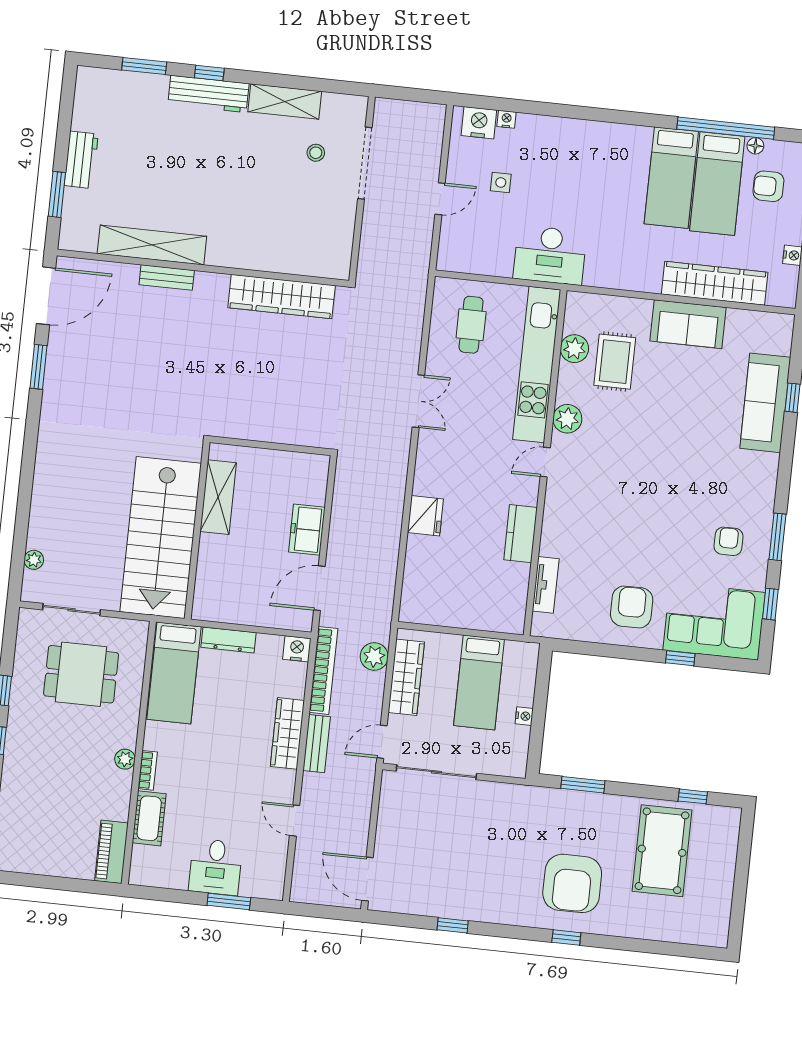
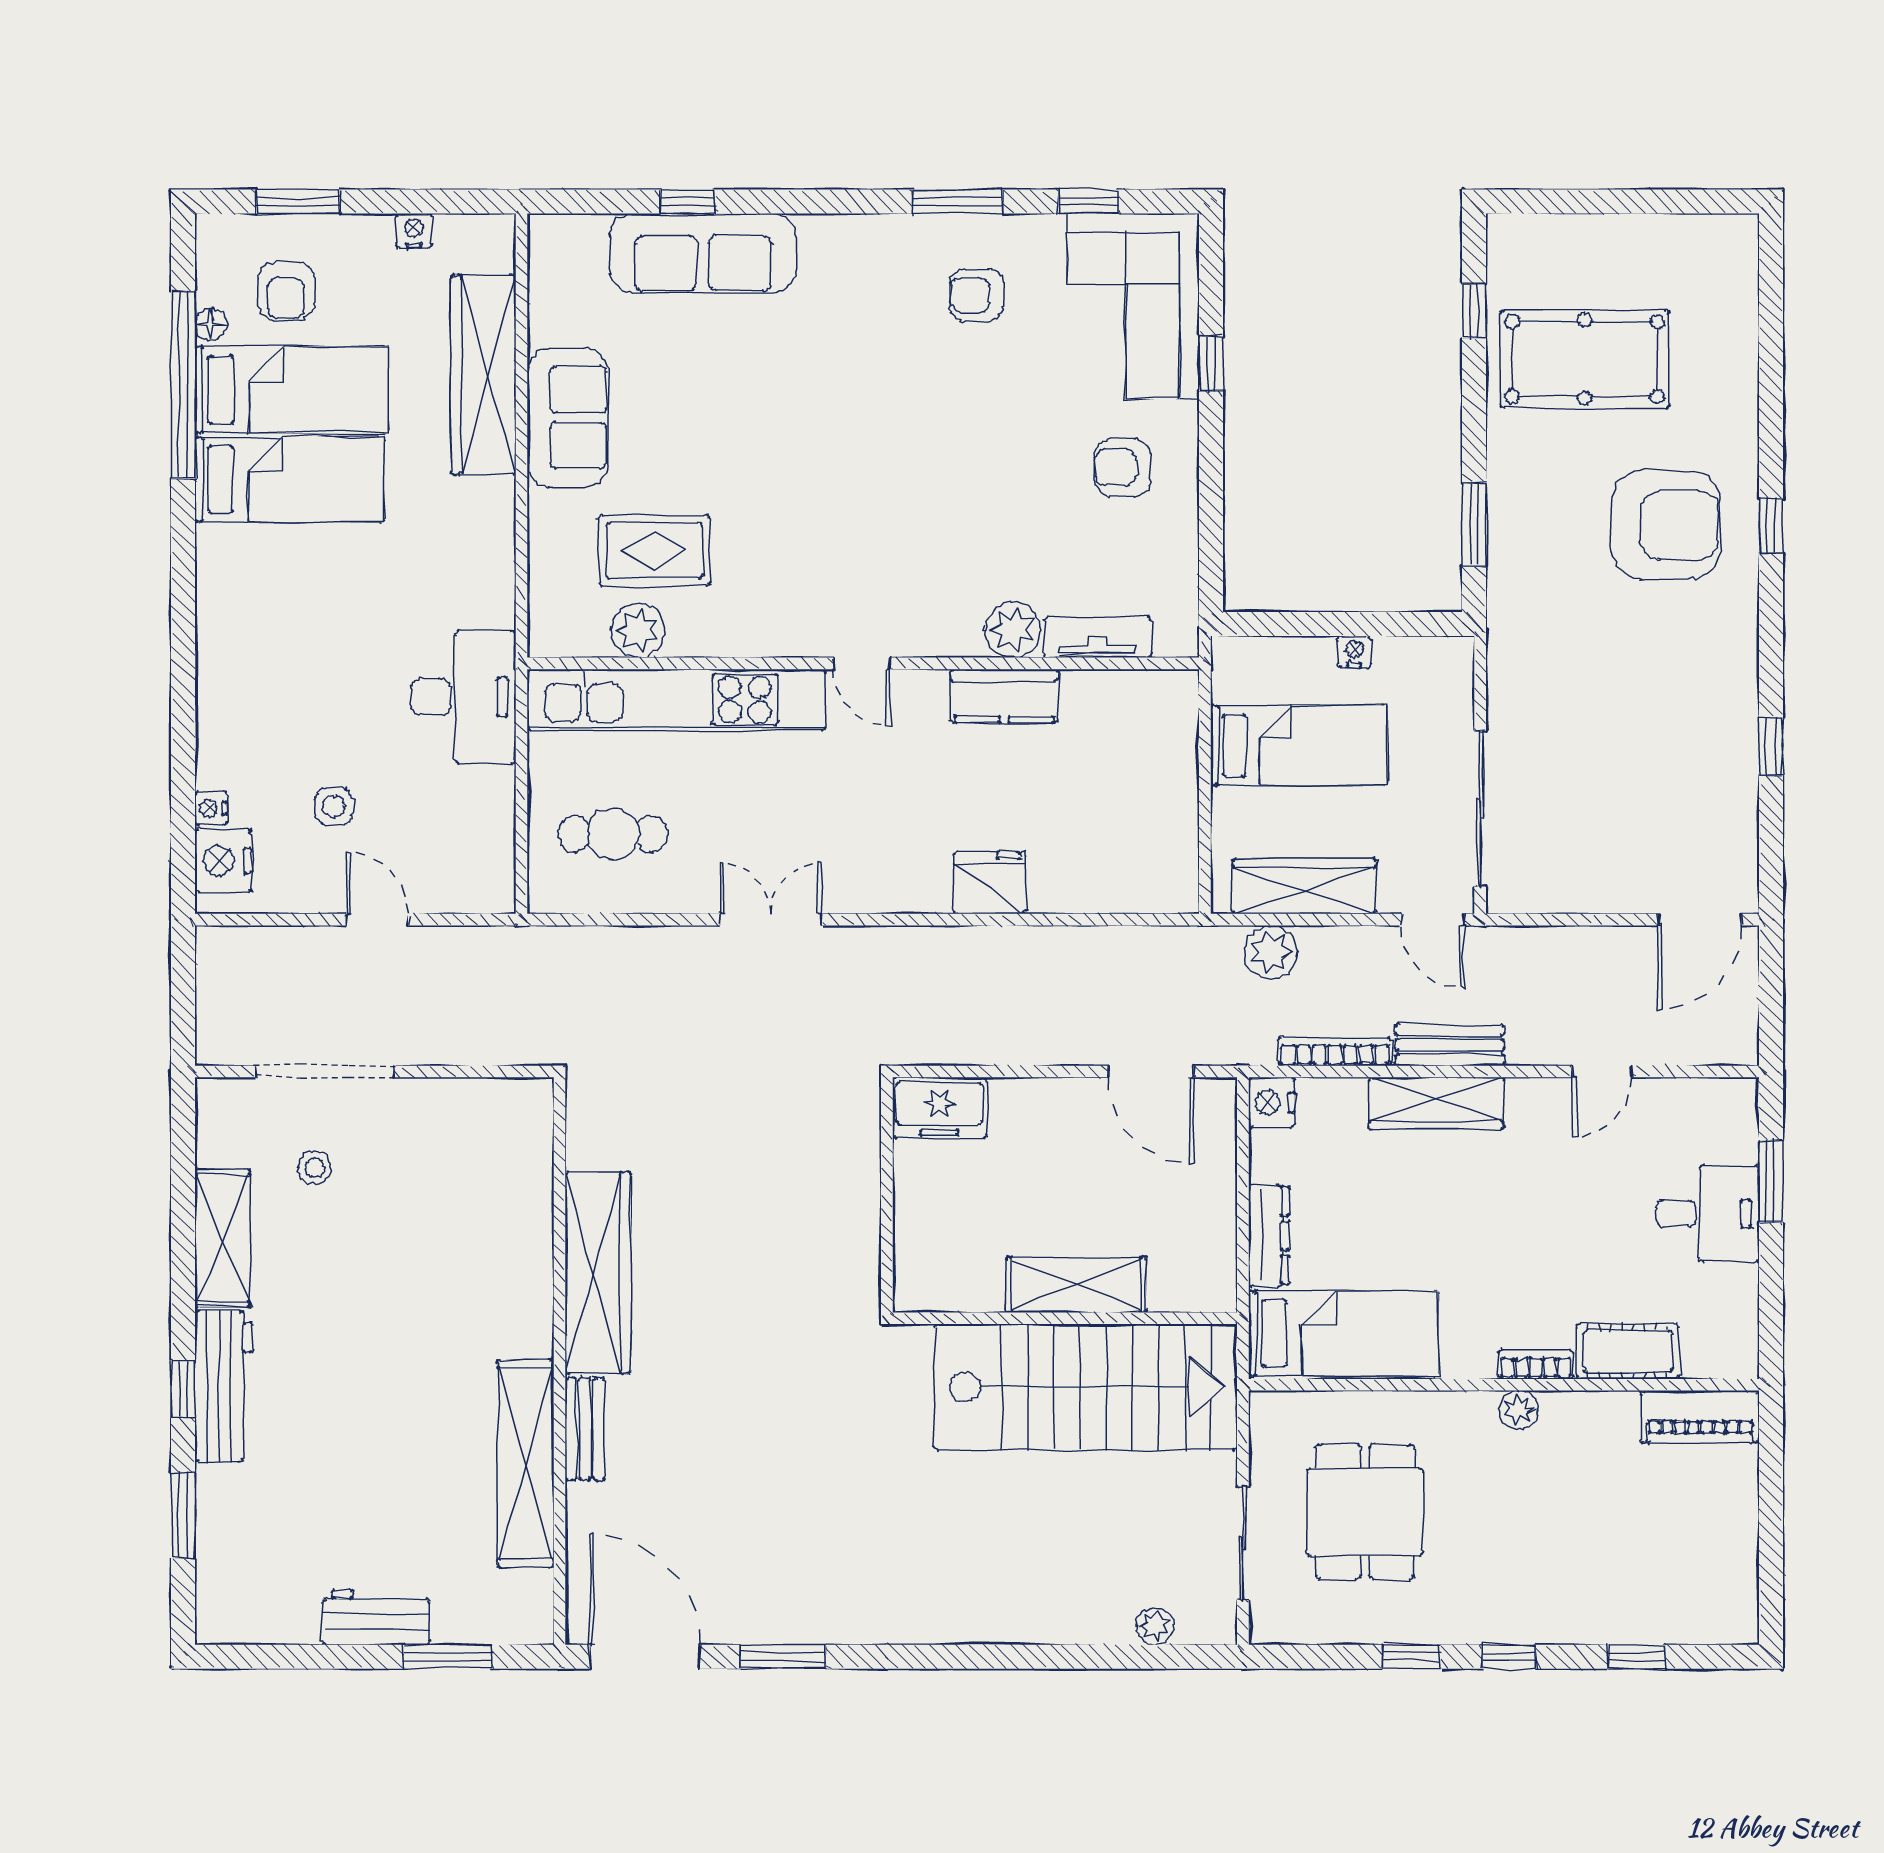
wardrobe: (282, 297) -> (598, 1272), moved
plant: (567, 419) -> (1013, 630), moved
shelving: (218, 497) -> (1076, 1285), moved
freezer: (307, 530) -> (939, 1108), moved
armchair: (632, 607) -> (1123, 468), width x0.72, depth x0.72
bookcase: (323, 670) -> (1335, 1051), width x0.68, depth x0.76

